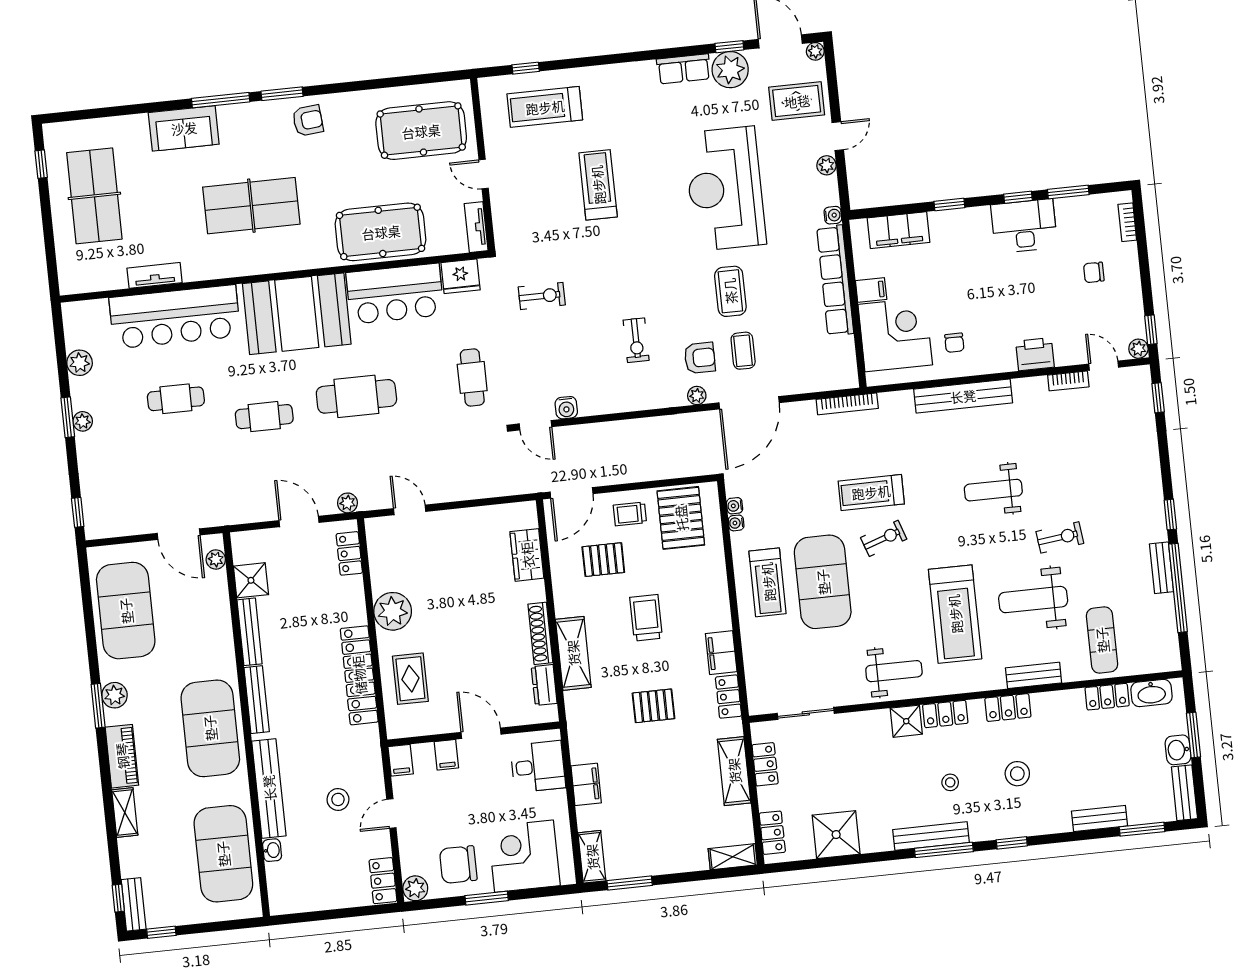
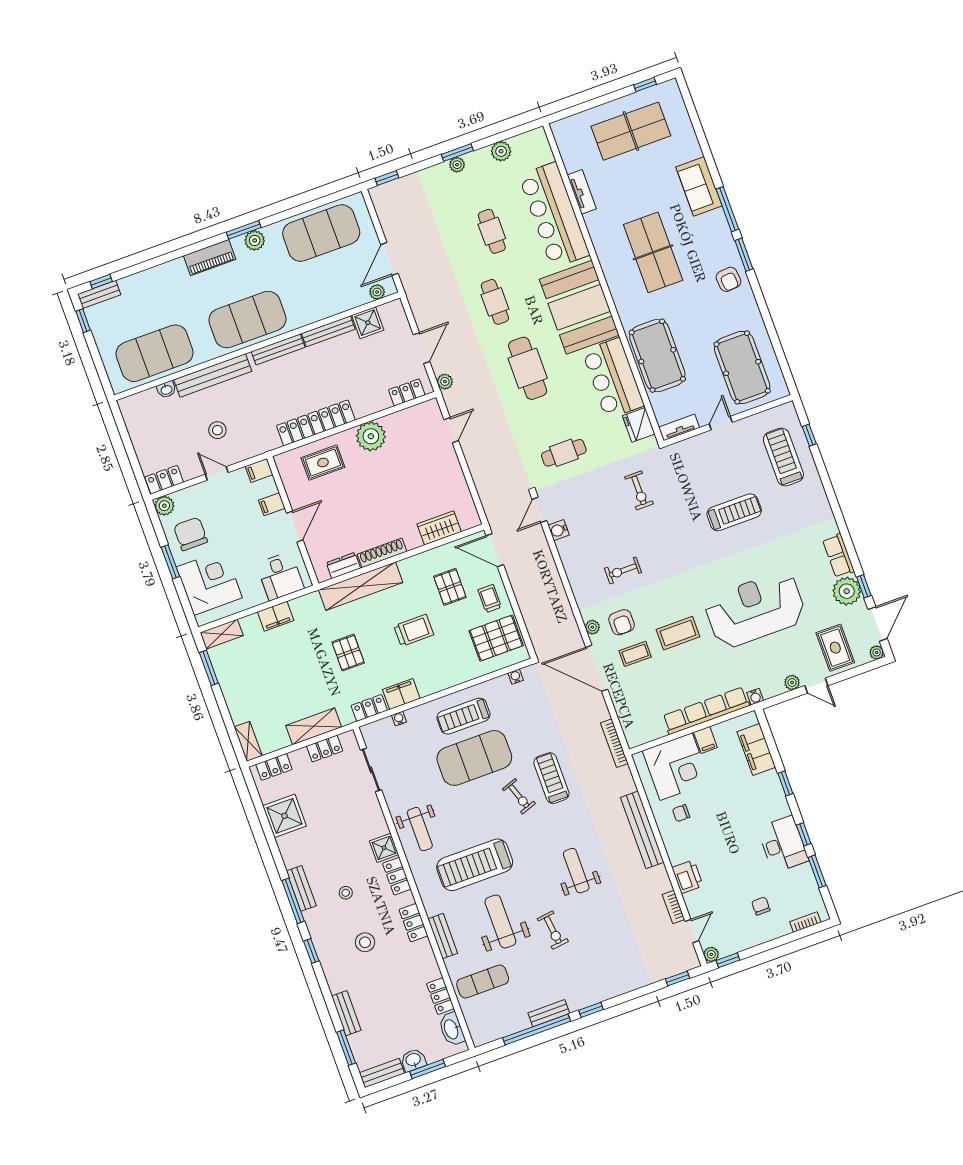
water cooler: (736, 523) -> (399, 719), moved
shelving: (573, 653) -> (361, 586), width x1.47
shelving: (125, 813) -> (167, 270), removed
bench: (931, 836) -> (301, 888), width x0.73

